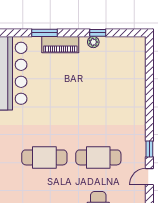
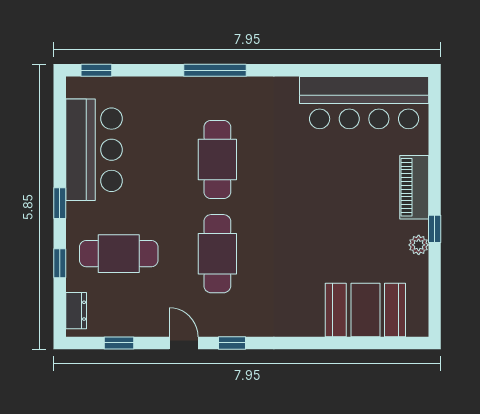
window: (45, 33) -> (435, 160), removed
window: (98, 33) -> (435, 229), moved
booth: (131, 73) -> (365, 310), added

